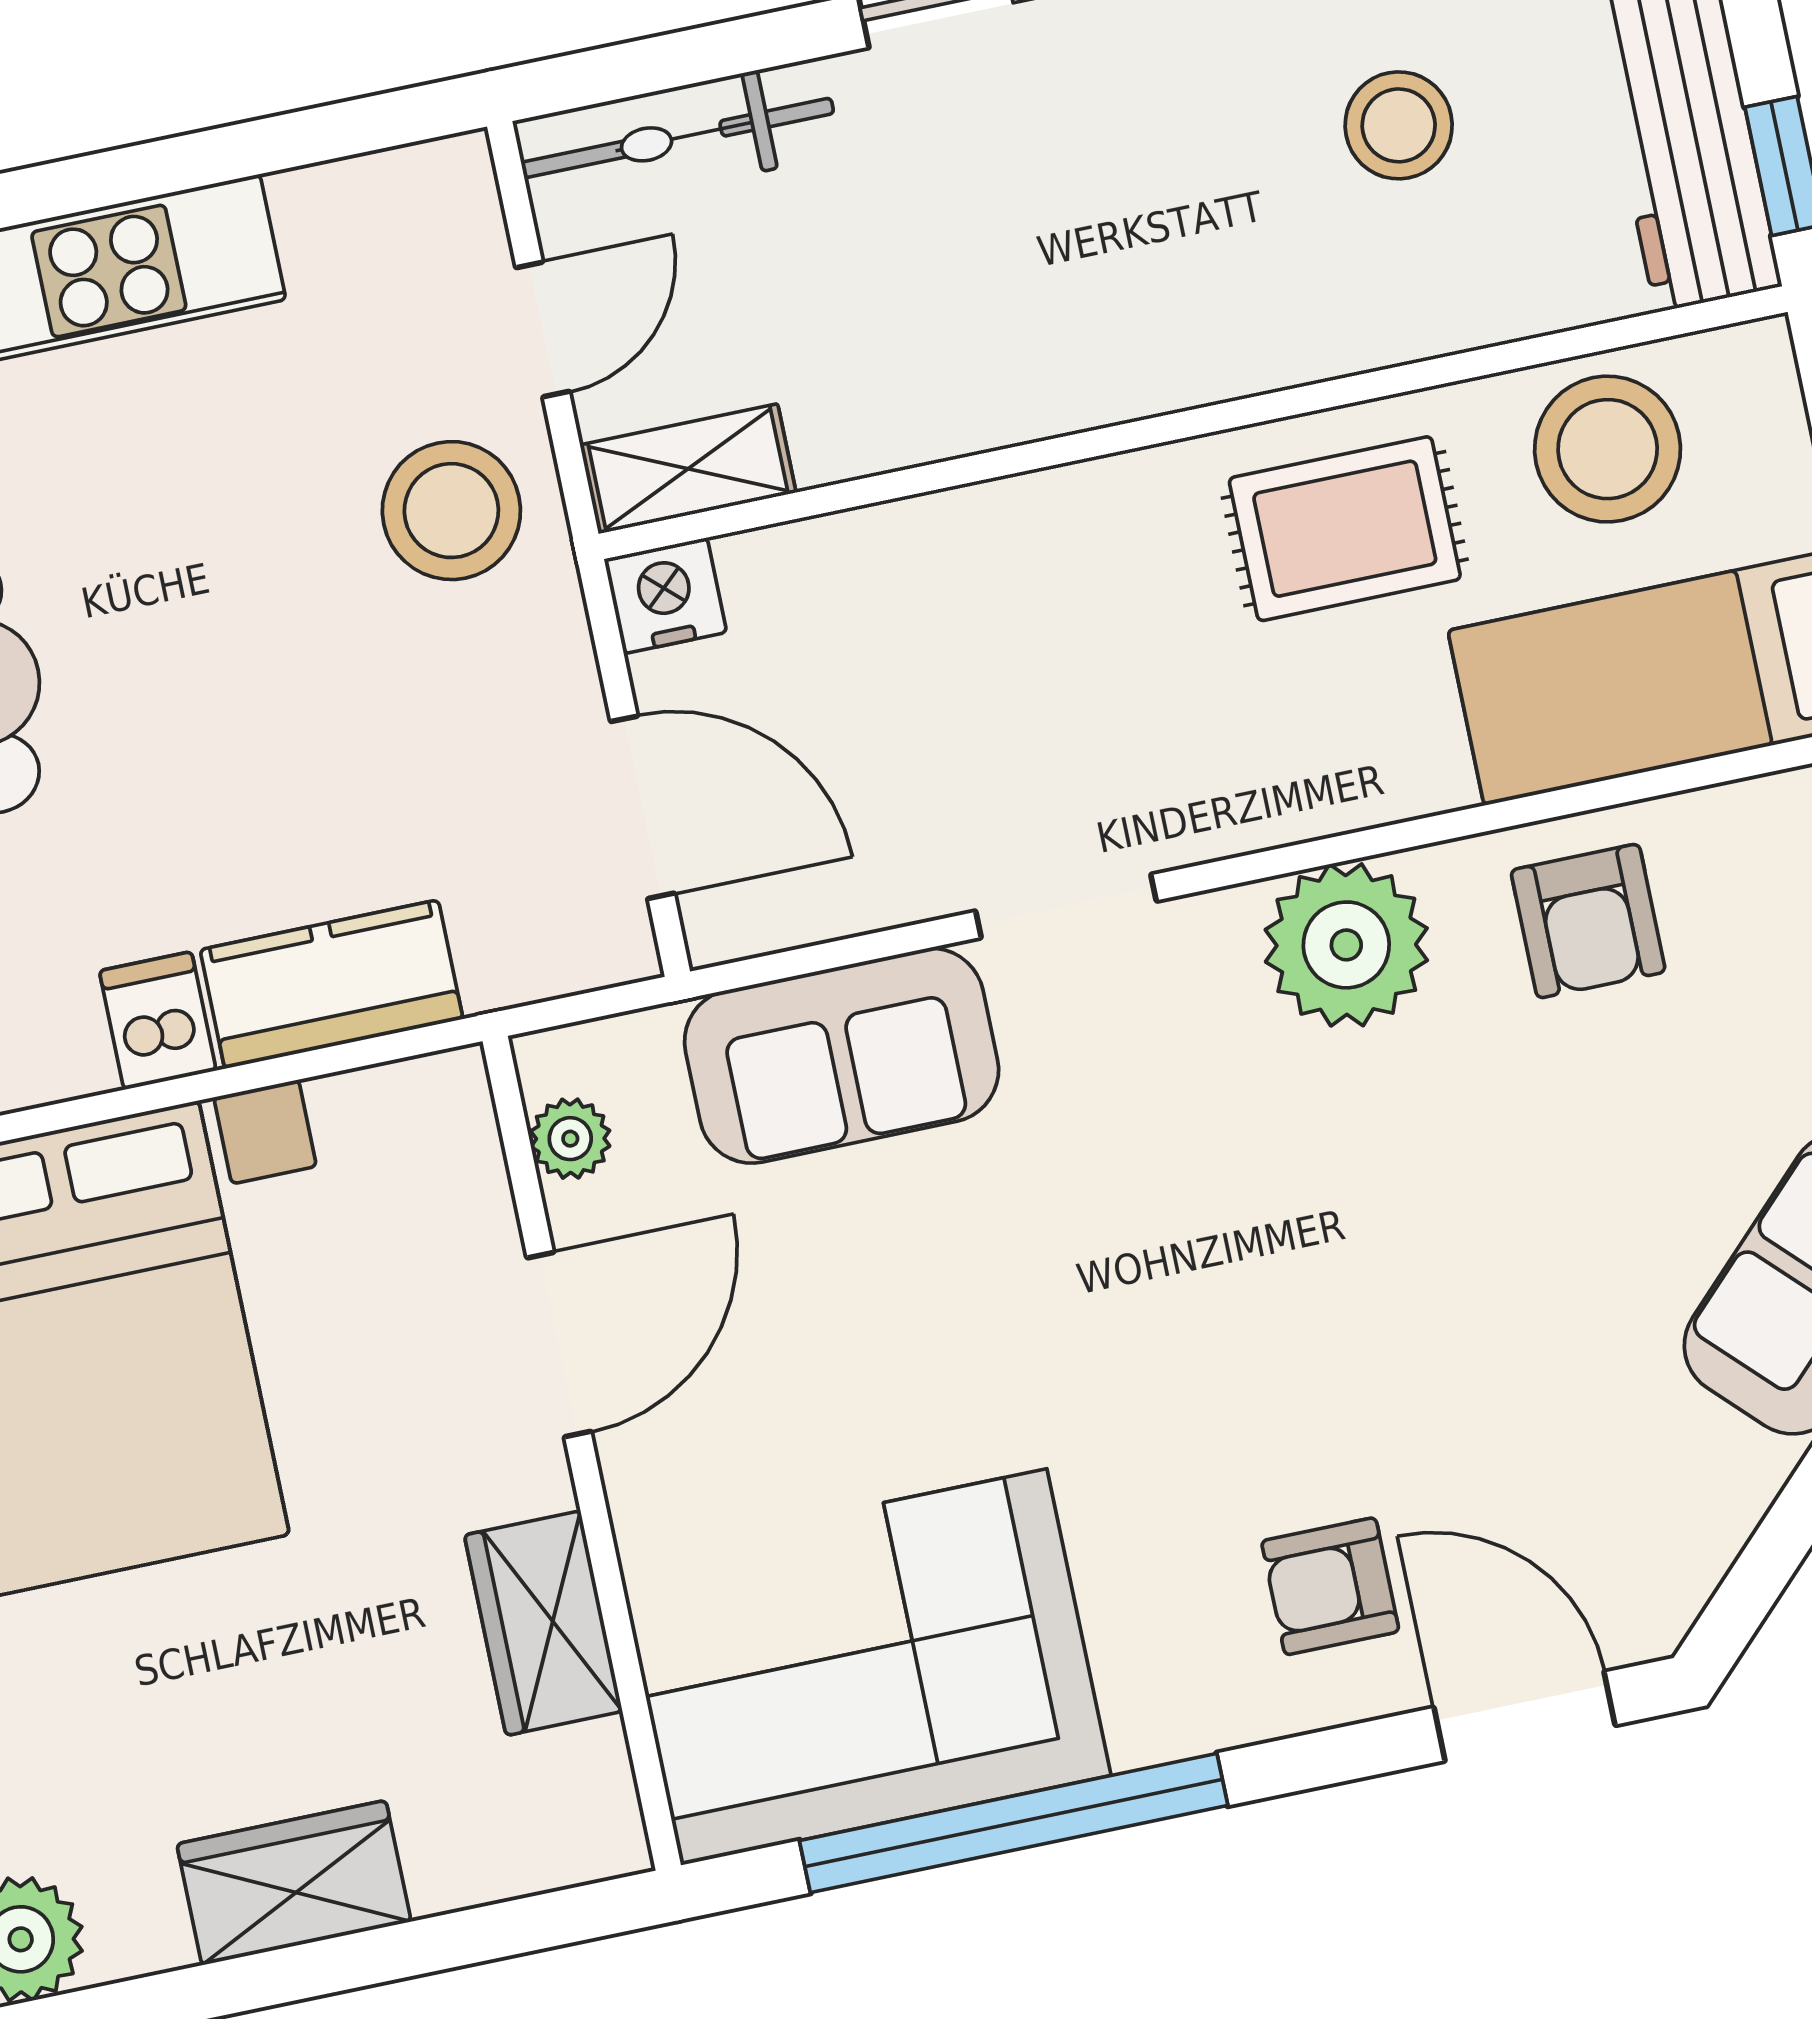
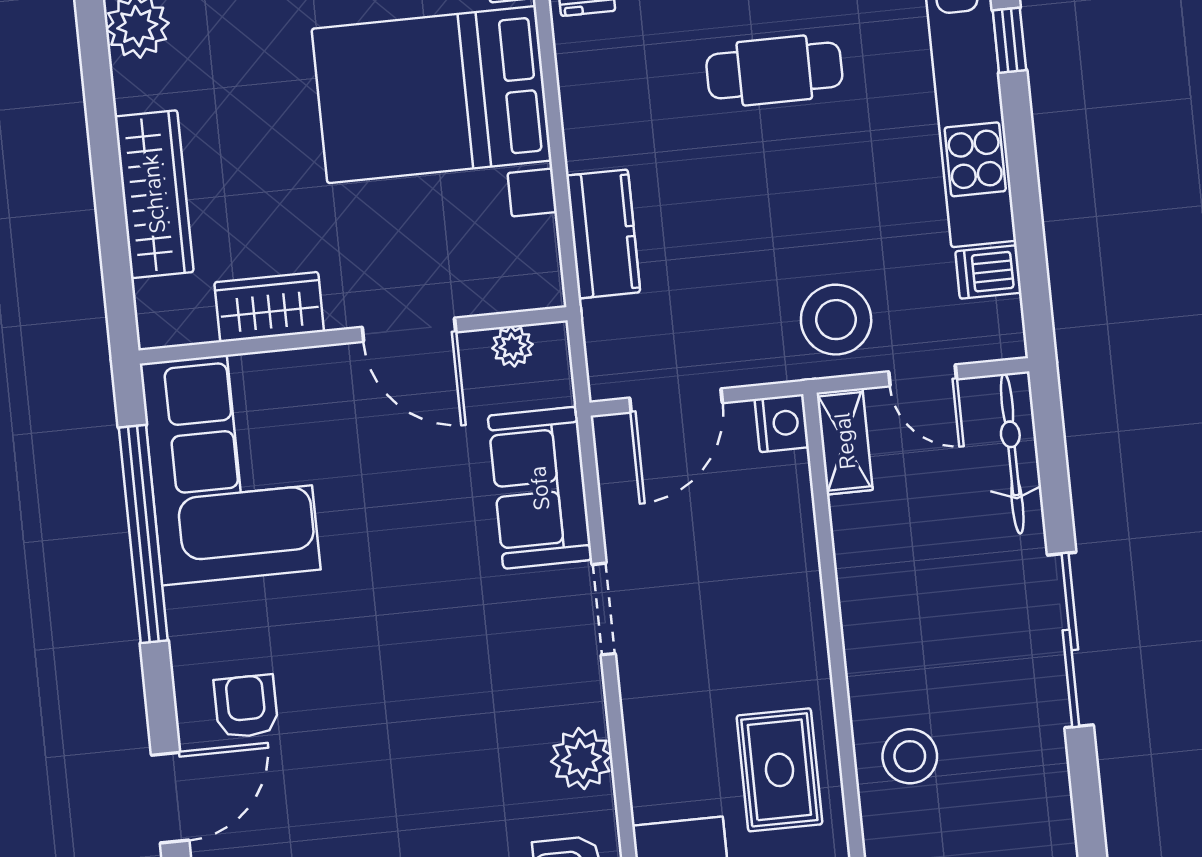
stool: (1399, 125) -> (910, 756), moved
plant: (1346, 945) -> (581, 759), width x0.73, depth x0.73
dishwasher: (158, 1021) -> (988, 272), moved, turned 180
wardrobe: (294, 1883) -> (154, 194), width x1.50

